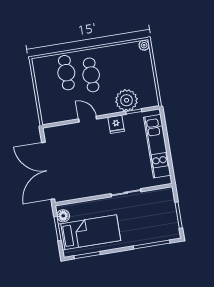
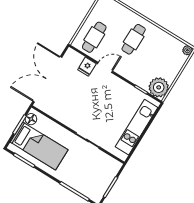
cafe table: (66, 73) -> (94, 37), moved
plant: (127, 100) -> (159, 87), moved
door: (88, 119) -> (105, 67), hinge flipped
fridge: (116, 124) -> (87, 67), moved

